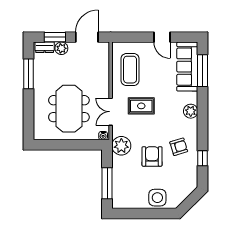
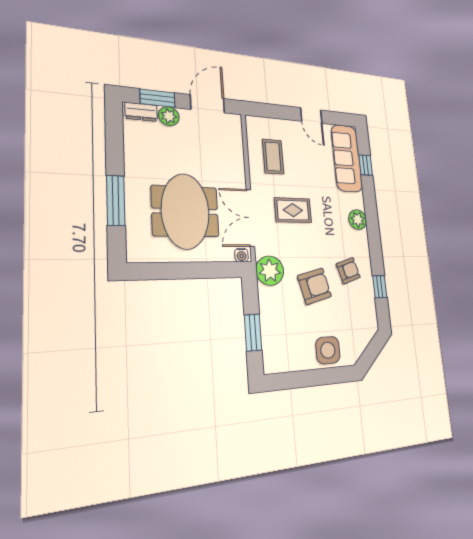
coffee table: (130, 70) -> (273, 157), width x0.73, depth x0.76
window: (203, 71) -> (366, 165), width x0.46
window: (29, 74) -> (116, 201), moved
double door: (111, 112) -> (250, 218), width x1.37
armchair: (152, 156) -> (314, 286), turned 76
window: (107, 183) -> (253, 333), width x0.69

